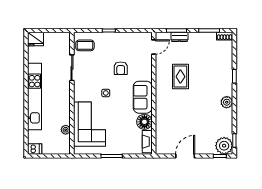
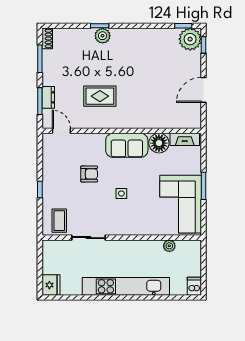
plant: (227, 102) -> (103, 36), moved
corner sofa: (89, 124) -> (181, 204), moved, turned -90
door: (185, 156) -> (203, 90), hinge flipped

